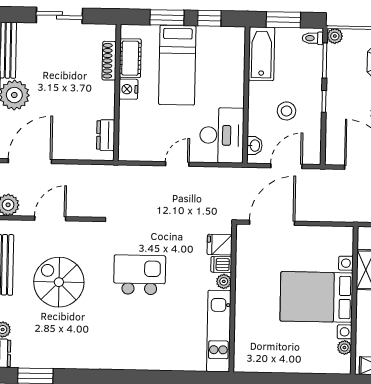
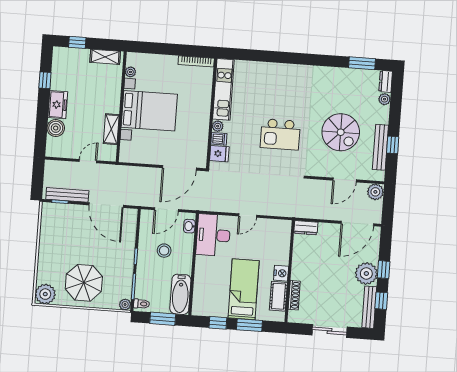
dresser: (106, 135) -> (306, 228), moved, turned 90
bookcase: (257, 366) -> (196, 61), added

